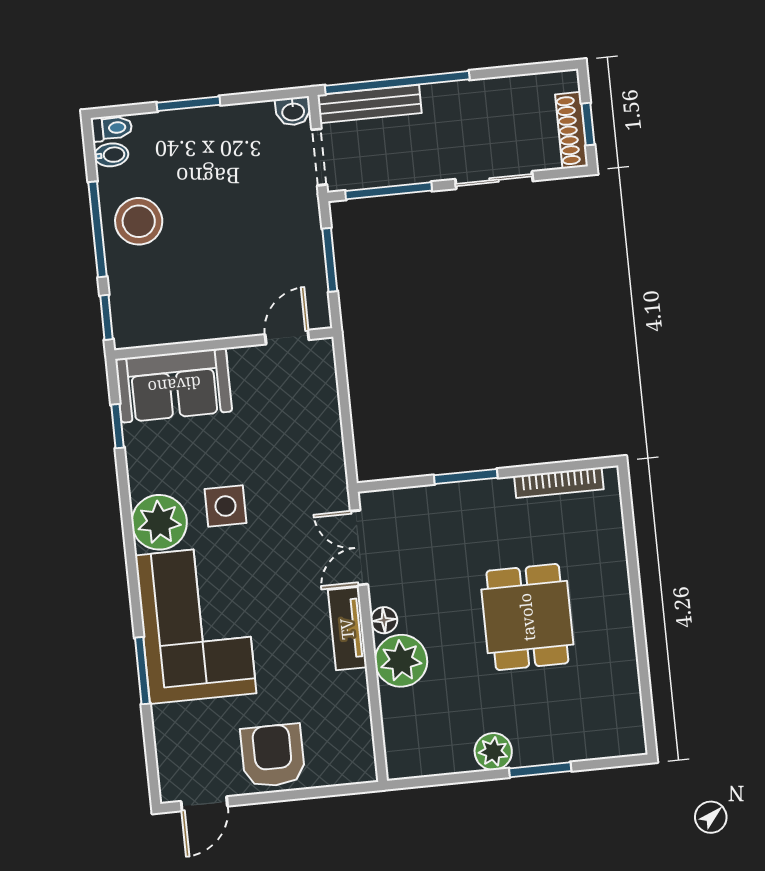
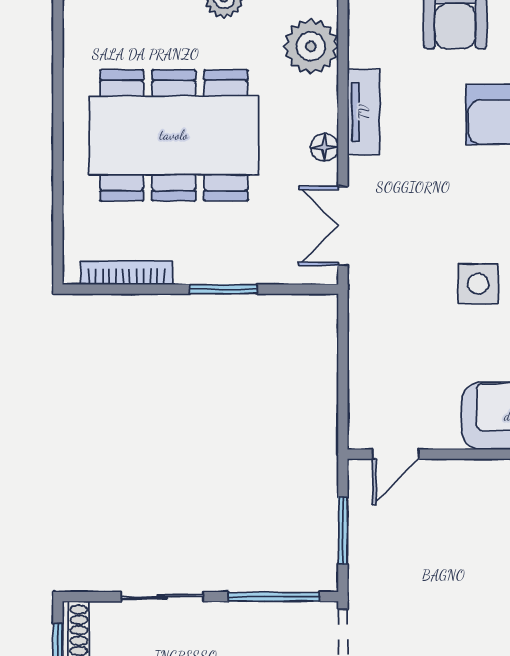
double door: (359, 548) -> (343, 226), swing flipped
dining table: (527, 617) -> (174, 135), width x1.88, depth x1.24
tv unit: (347, 629) -> (364, 112), moved
plant: (401, 661) -> (311, 46), moved

